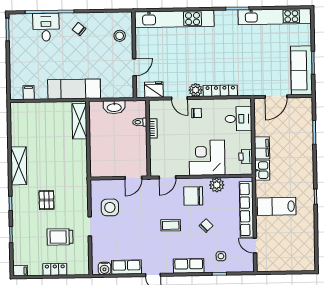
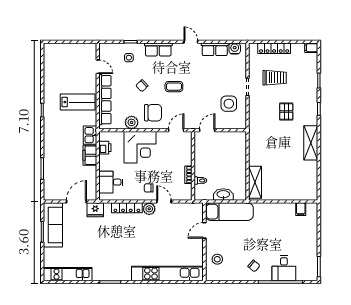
kitchen unit: (275, 17) -> (68, 274), width x0.73
exam couch: (74, 89) -> (229, 212), moved
fridge: (154, 90) -> (95, 210), moved
locker: (55, 269) -> (274, 48), width x1.53

